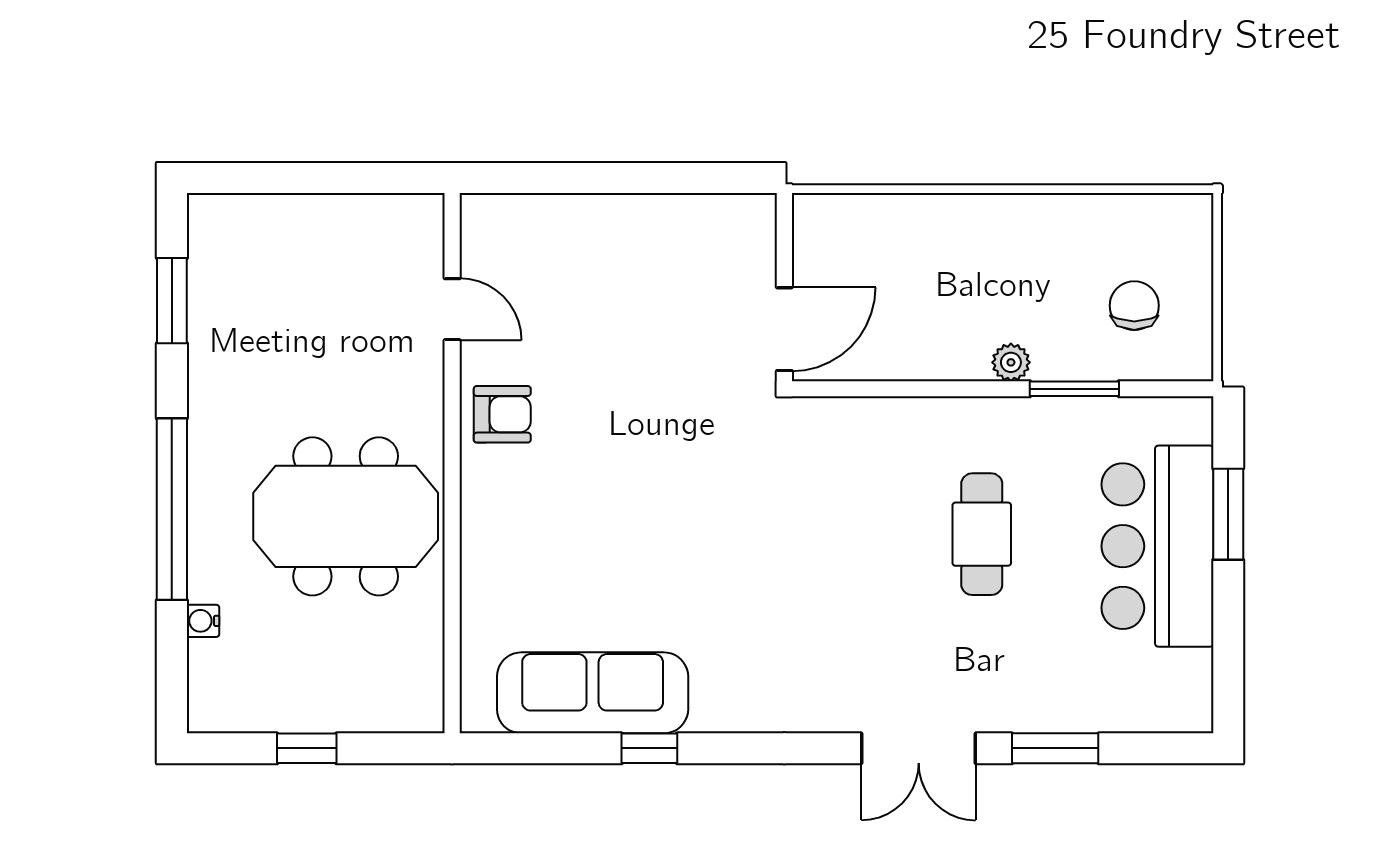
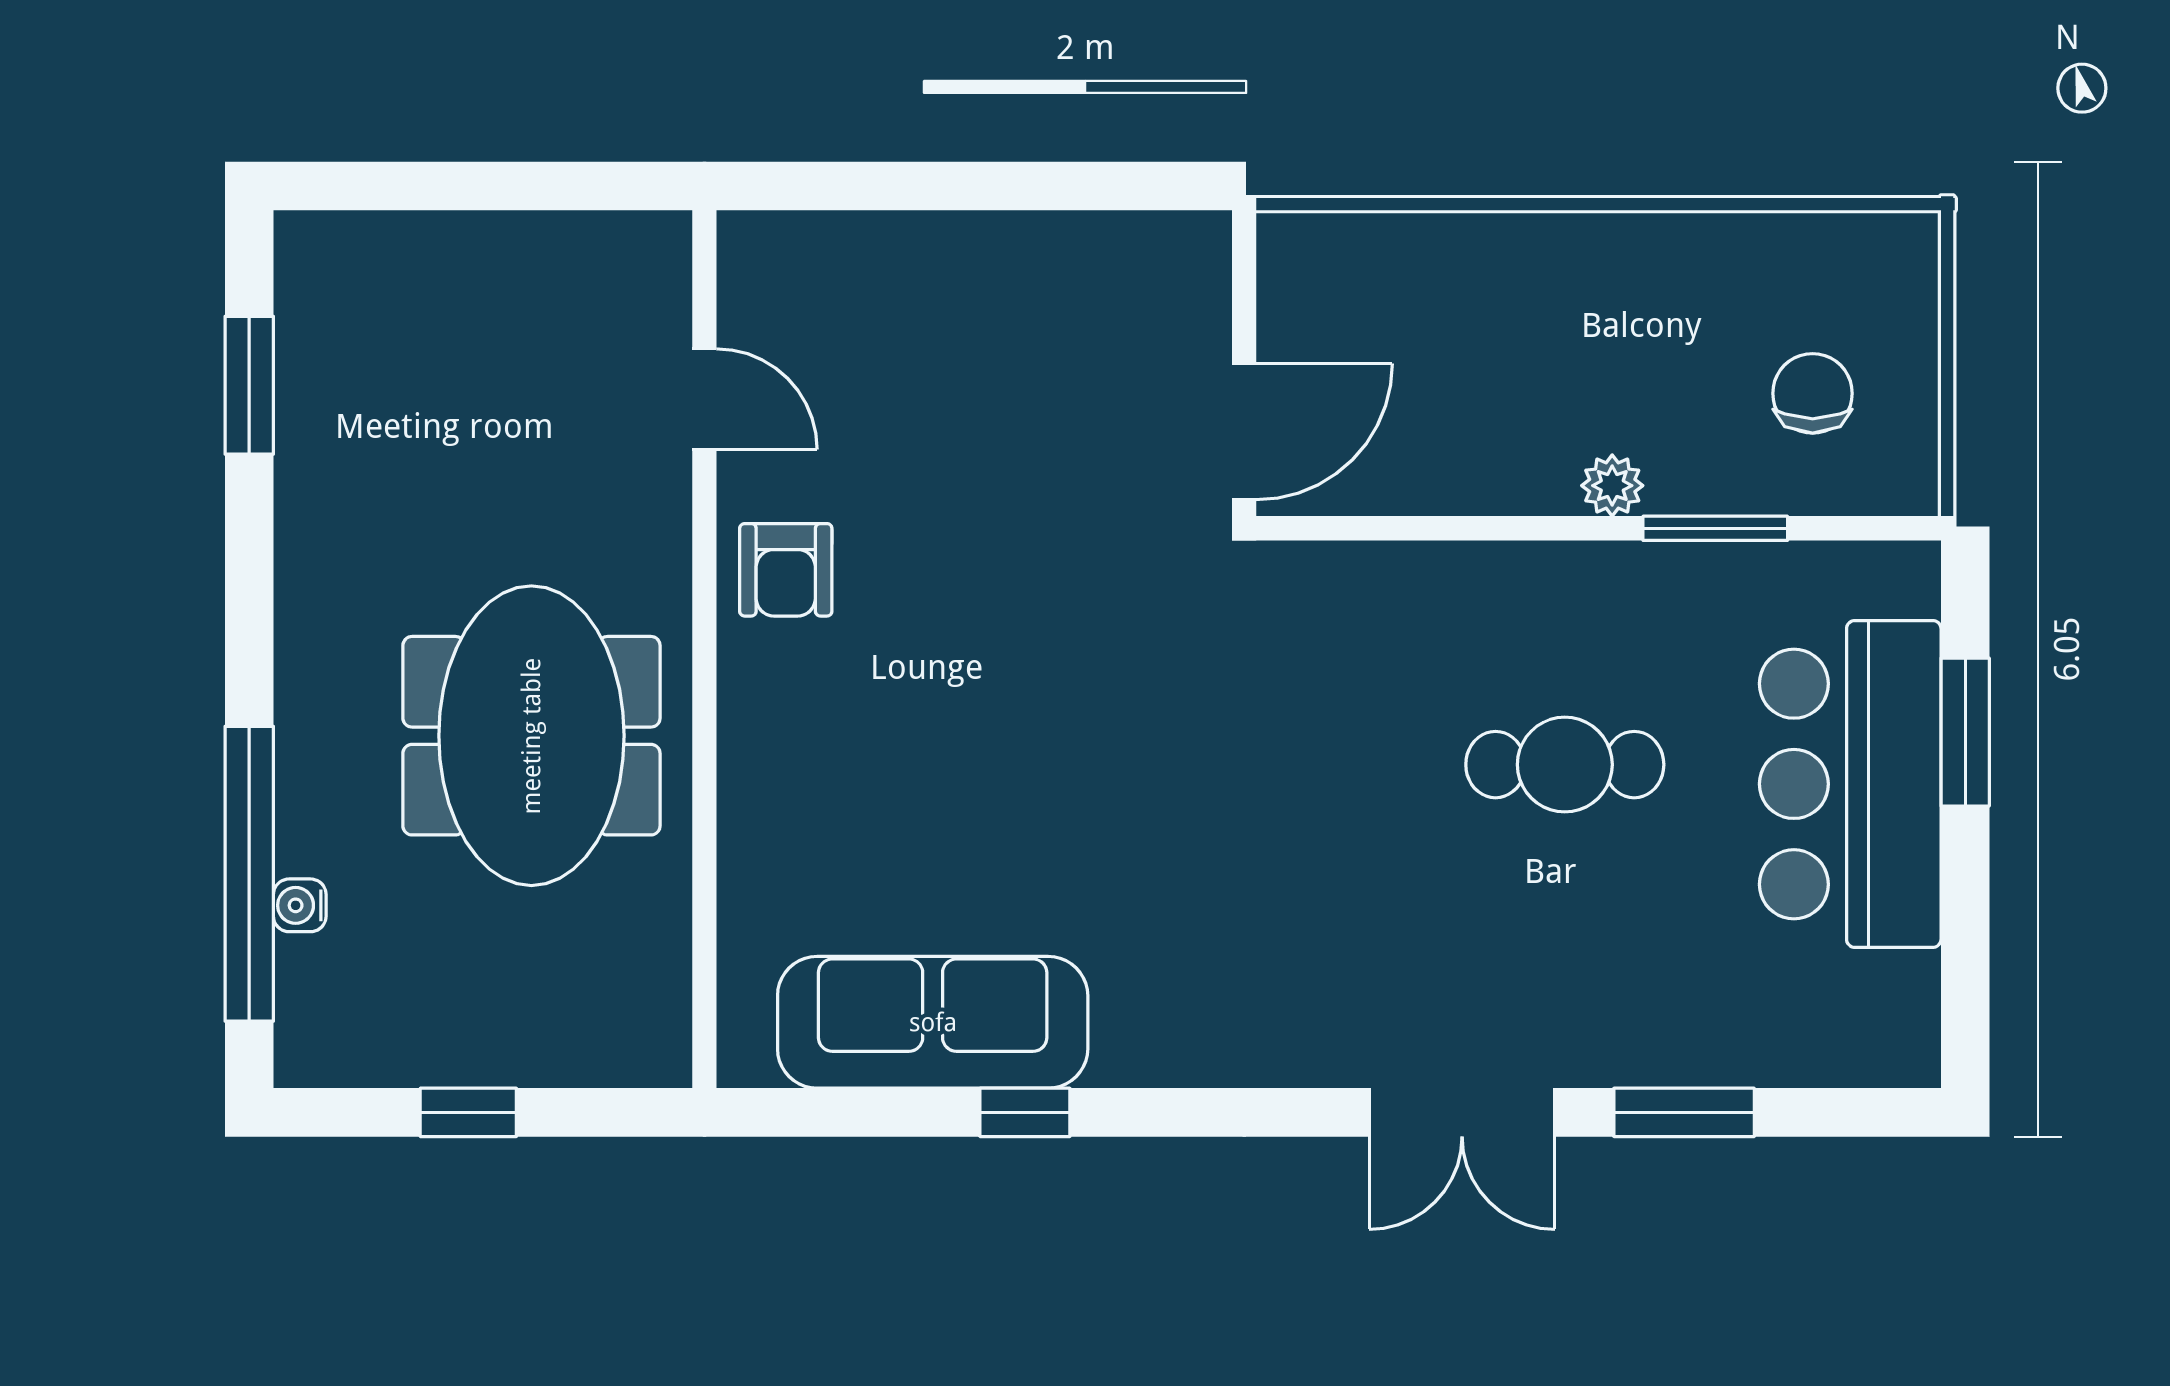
armchair: (502, 414) -> (786, 570), turned 90
window: (172, 509) -> (249, 874), moved
meeting table: (346, 516) -> (531, 736), turned 90
cafe table: (982, 534) -> (1565, 765), turned 90

